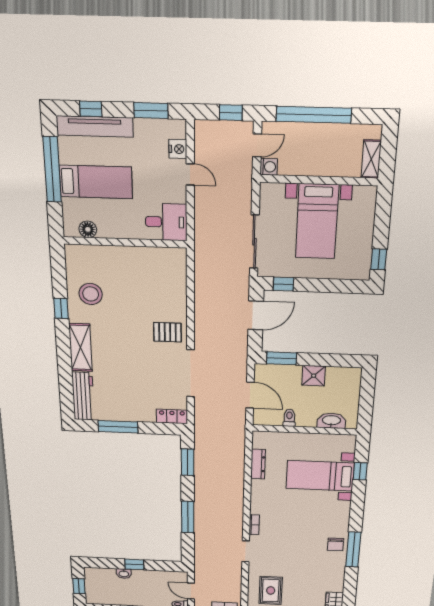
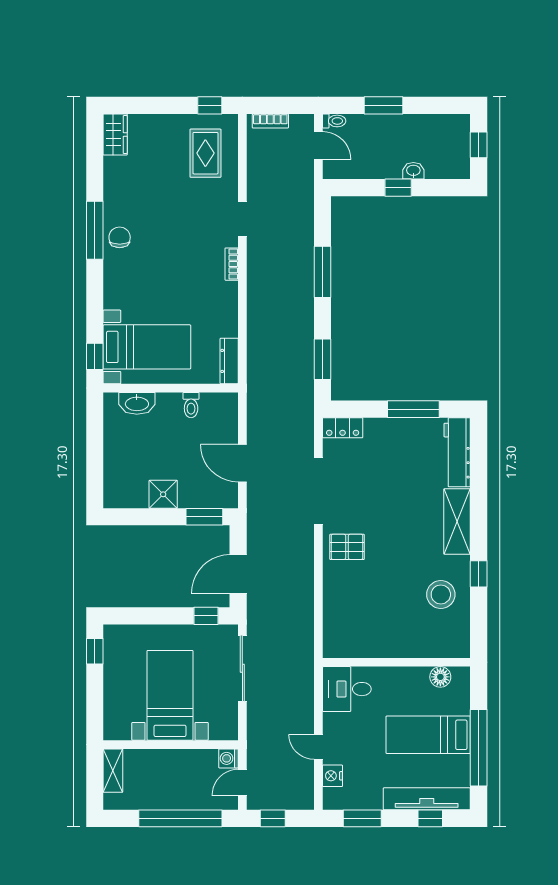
toilet: (289, 418) -> (191, 405), moved
washbasin: (331, 421) -> (137, 403), moved
wall: (305, 430) -> (171, 388), moved

